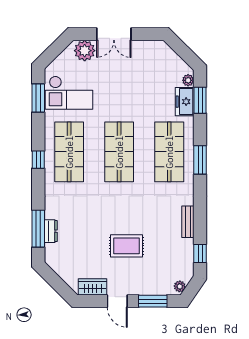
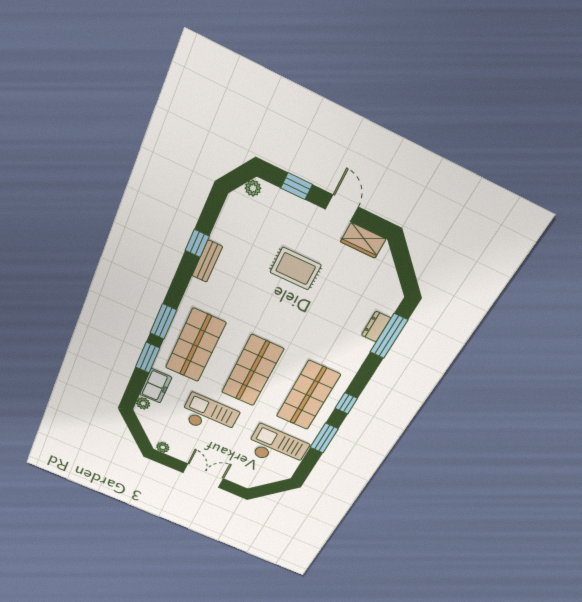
plant: (85, 51) -> (163, 447), moved, width x0.53, depth x0.53
checkout: (134, 95) -> (209, 416), added
window: (38, 98) -> (324, 438), moved
window: (200, 100) -> (148, 358), moved
window: (200, 253) -> (197, 243), moved
window: (153, 301) -> (297, 186), width x0.67

